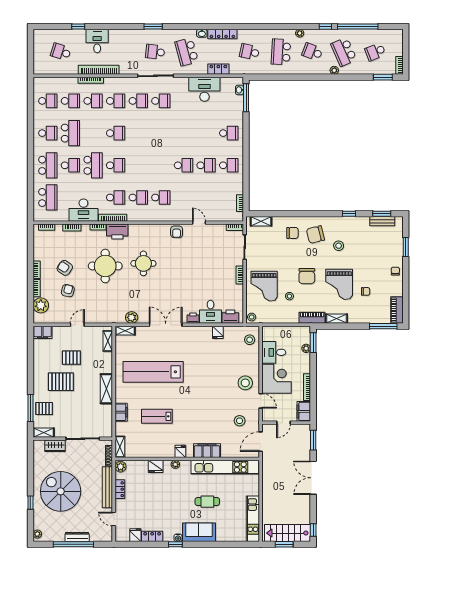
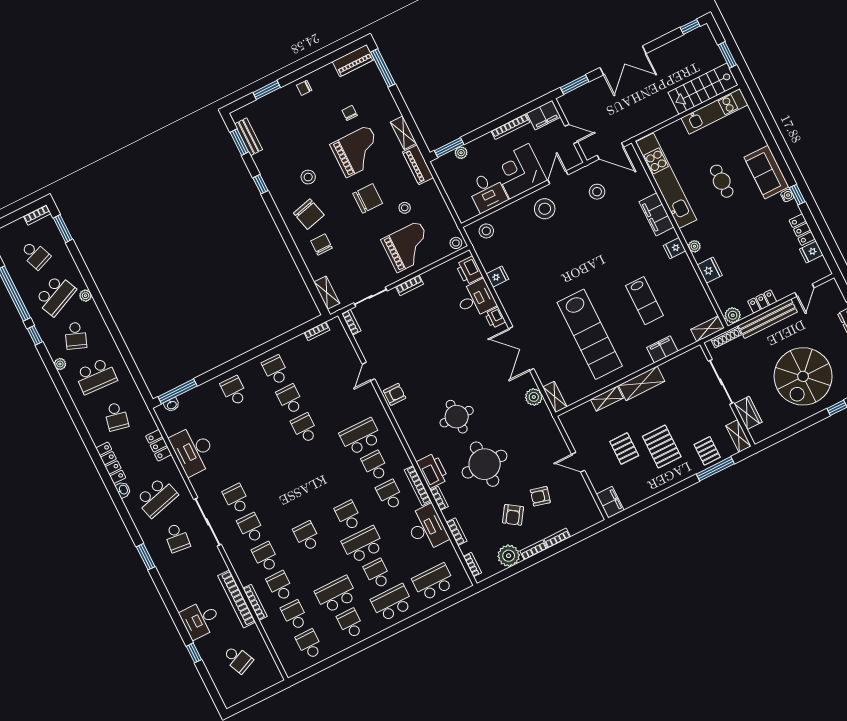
school desk: (61, 52) -> (238, 659), turned -42
school desk: (161, 197) -> (361, 437), width x1.85
plant: (41, 305) -> (509, 556), moved
shelving: (108, 341) -> (607, 399), moved
stairs: (288, 533) -> (703, 89), moved, turned 90

